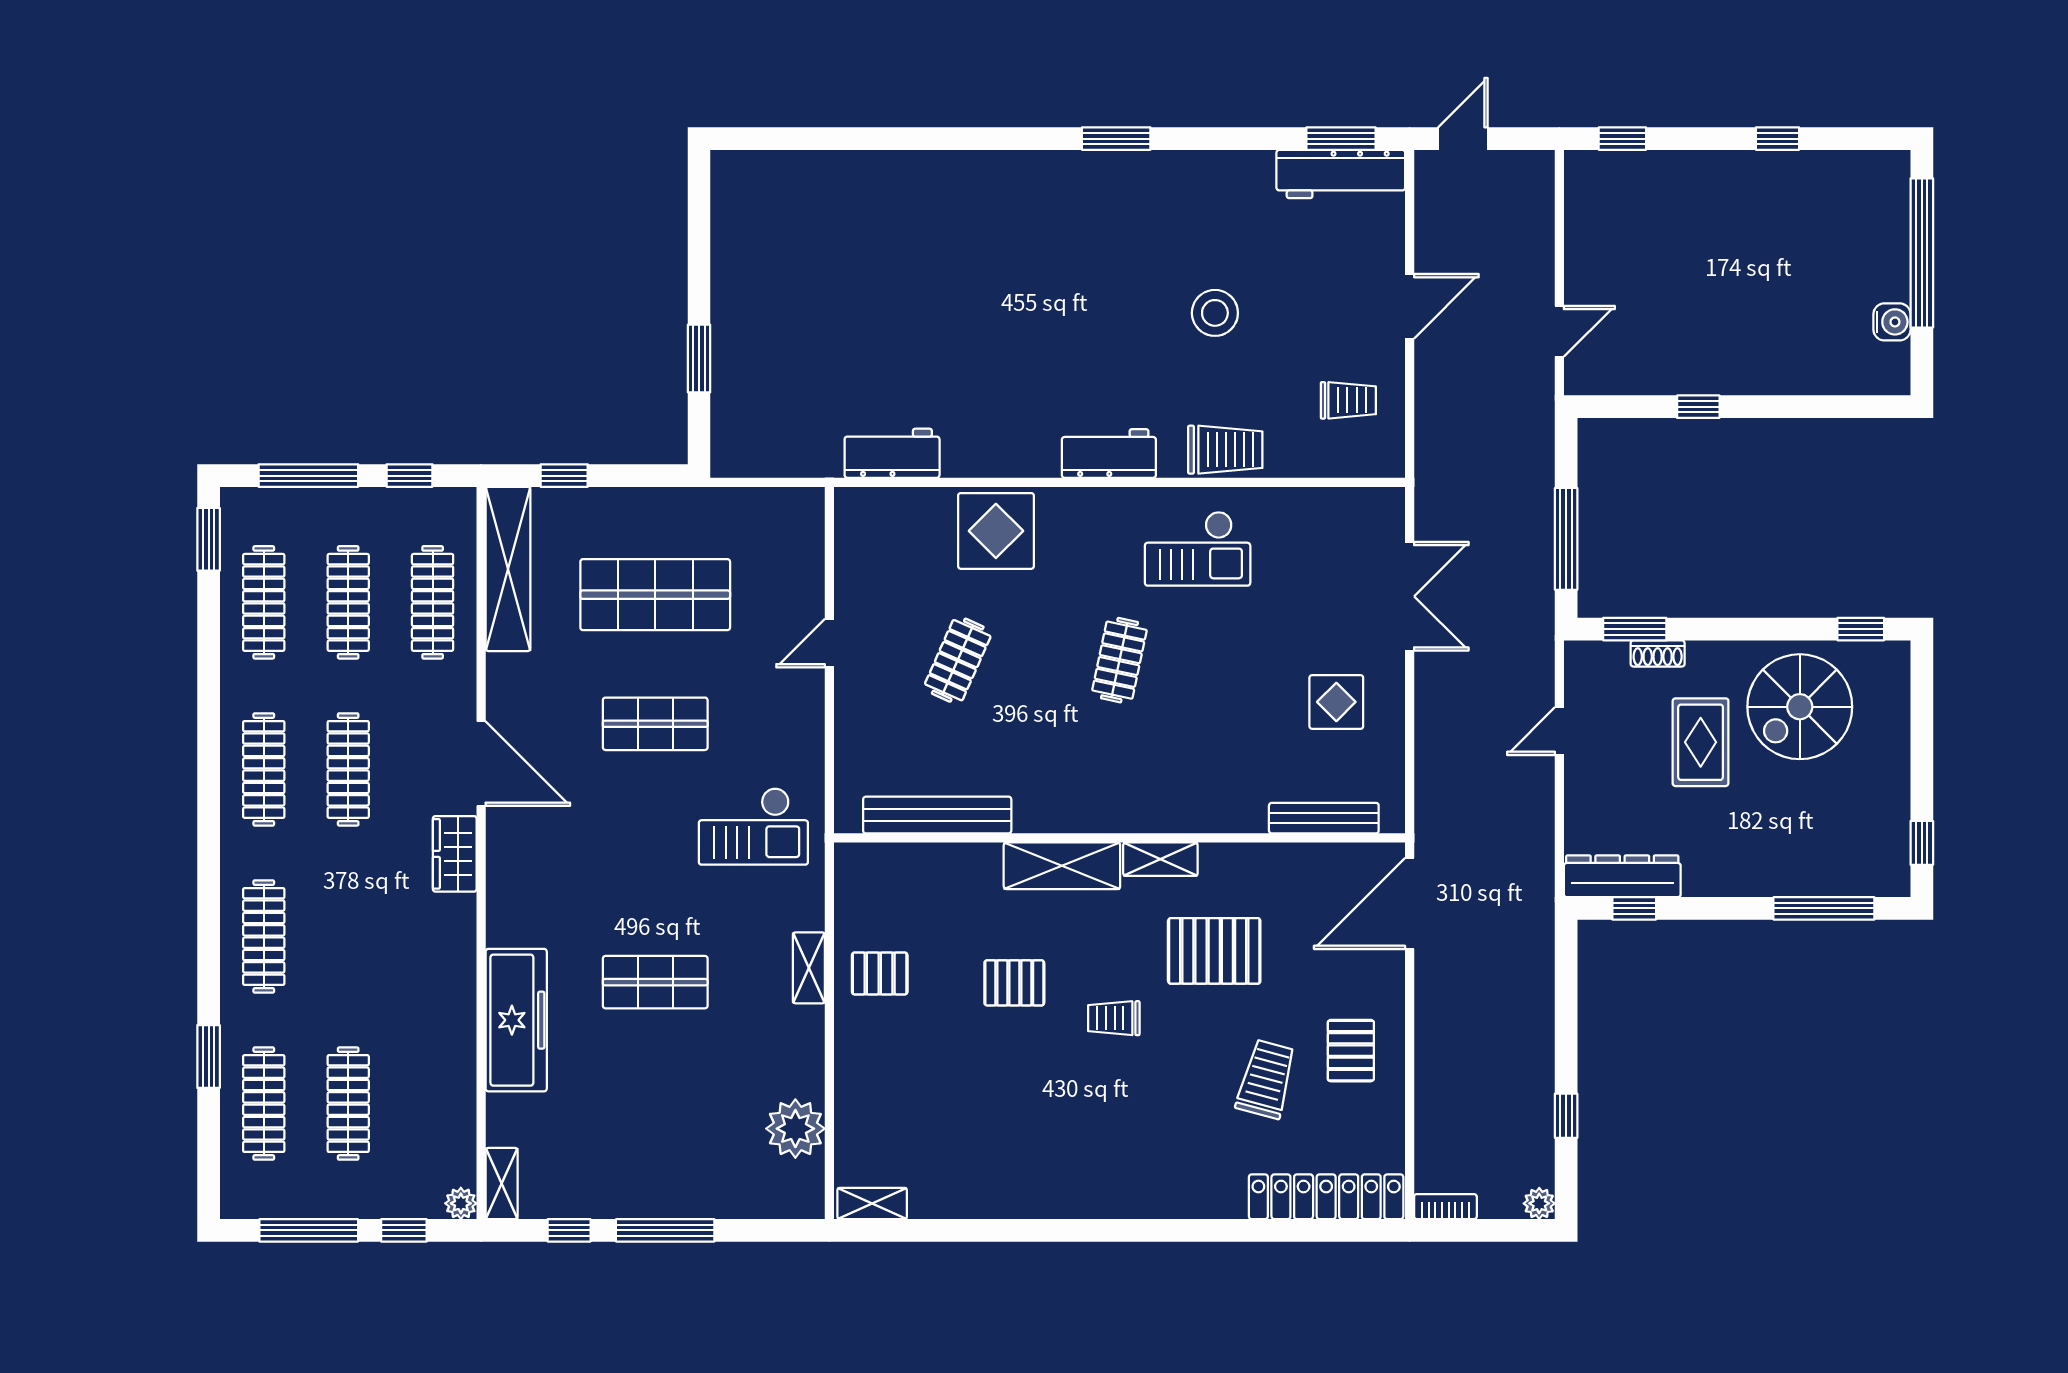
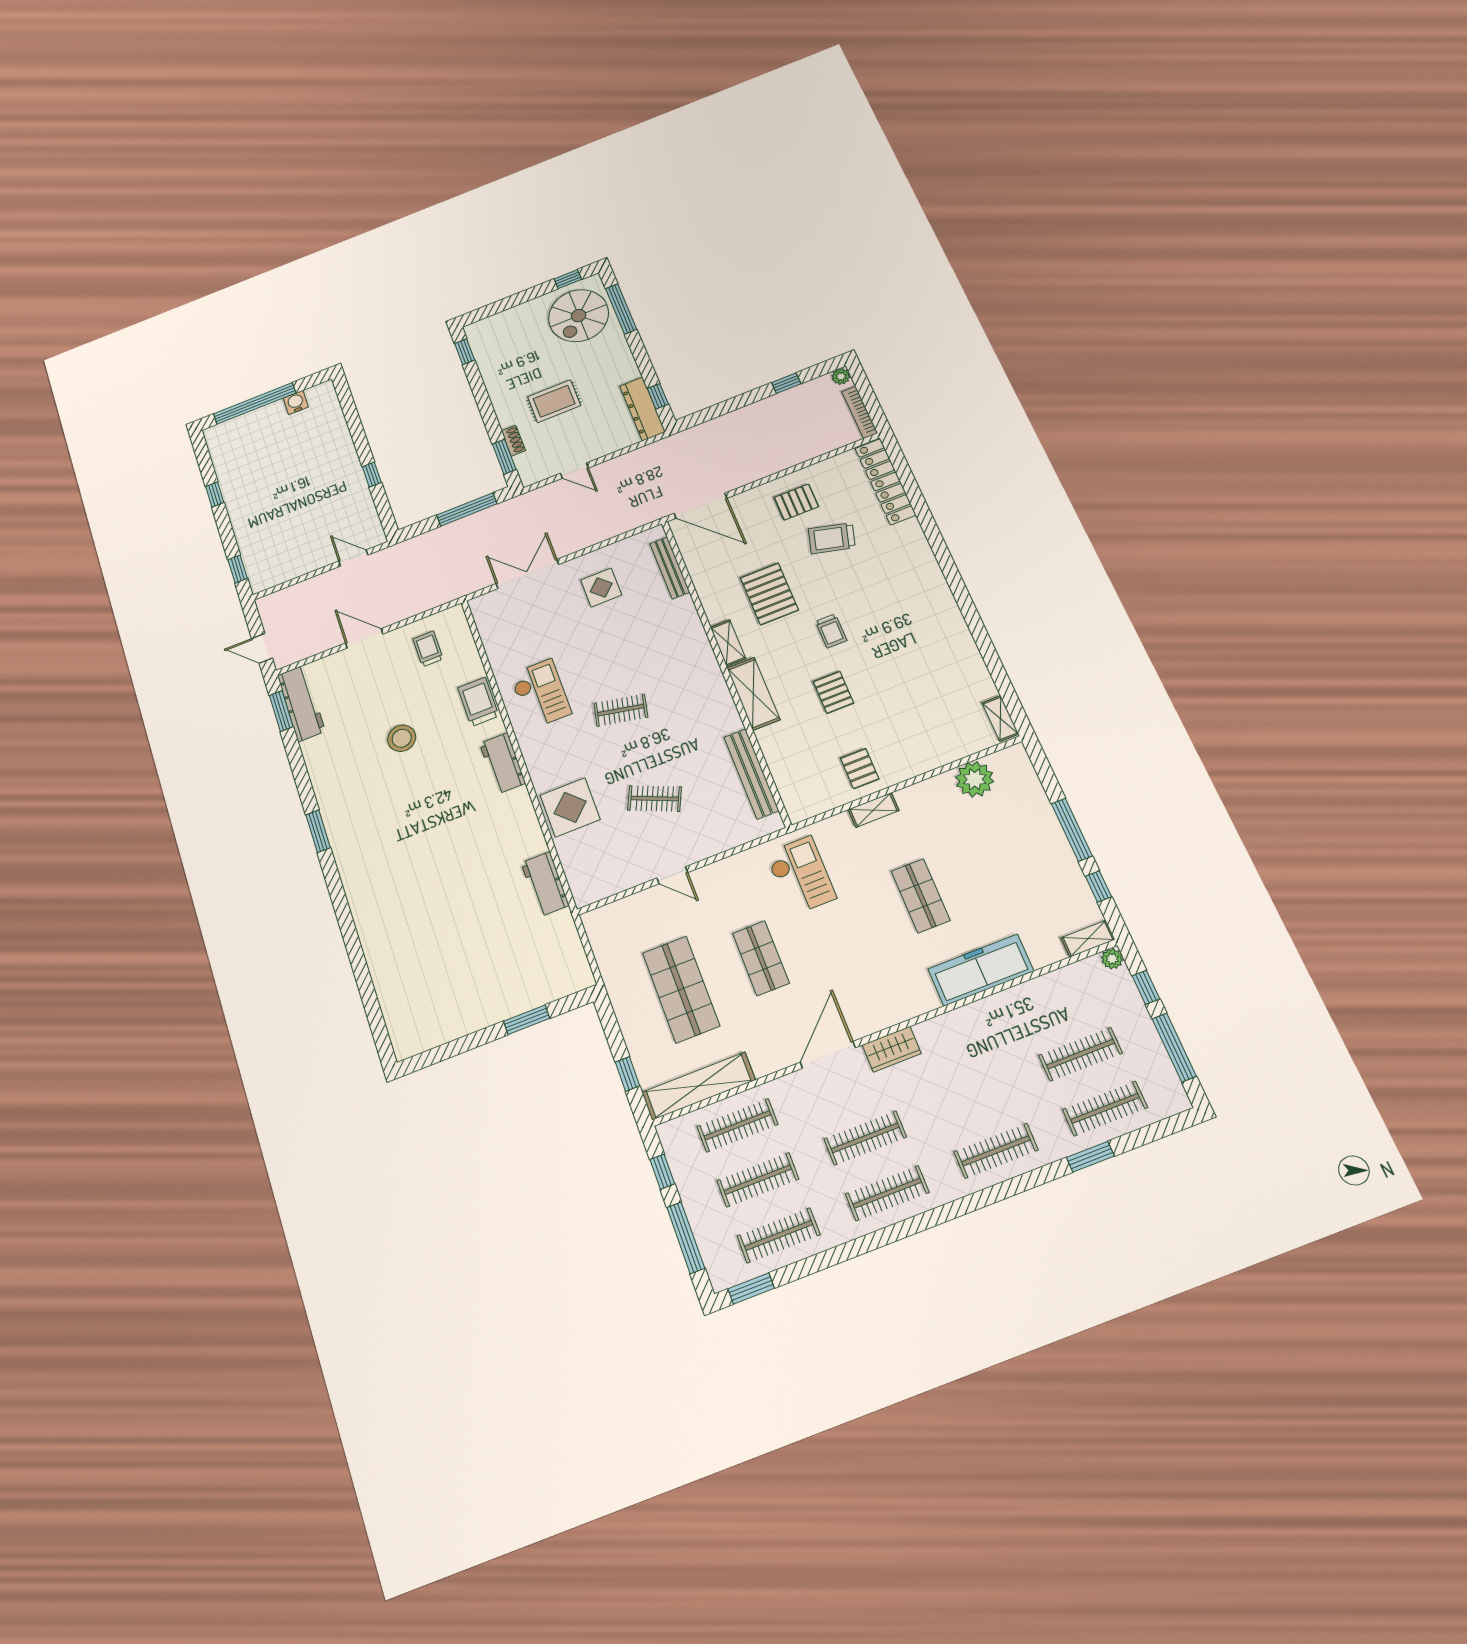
spiral stairs: (1800, 707) -> (579, 316), moved, turned 90
bookcase: (1445, 1207) -> (860, 412), width x1.56

